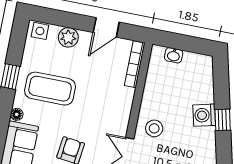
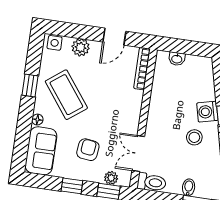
coffee table: (50, 89) -> (66, 95), turned 53
stool: (154, 128) -> (194, 137), moved

